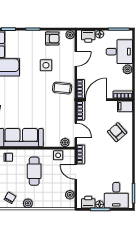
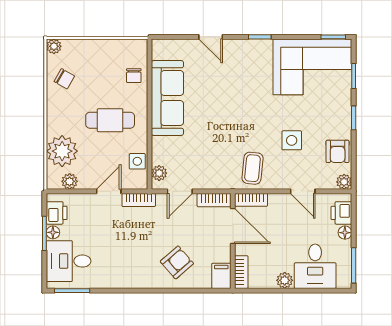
plant: (28, 203) -> (62, 151), moved, width x1.88, depth x1.88

